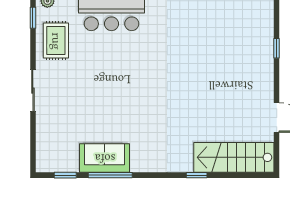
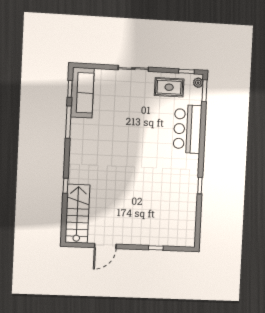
sofa: (105, 158) -> (82, 93), moved, width x1.36

